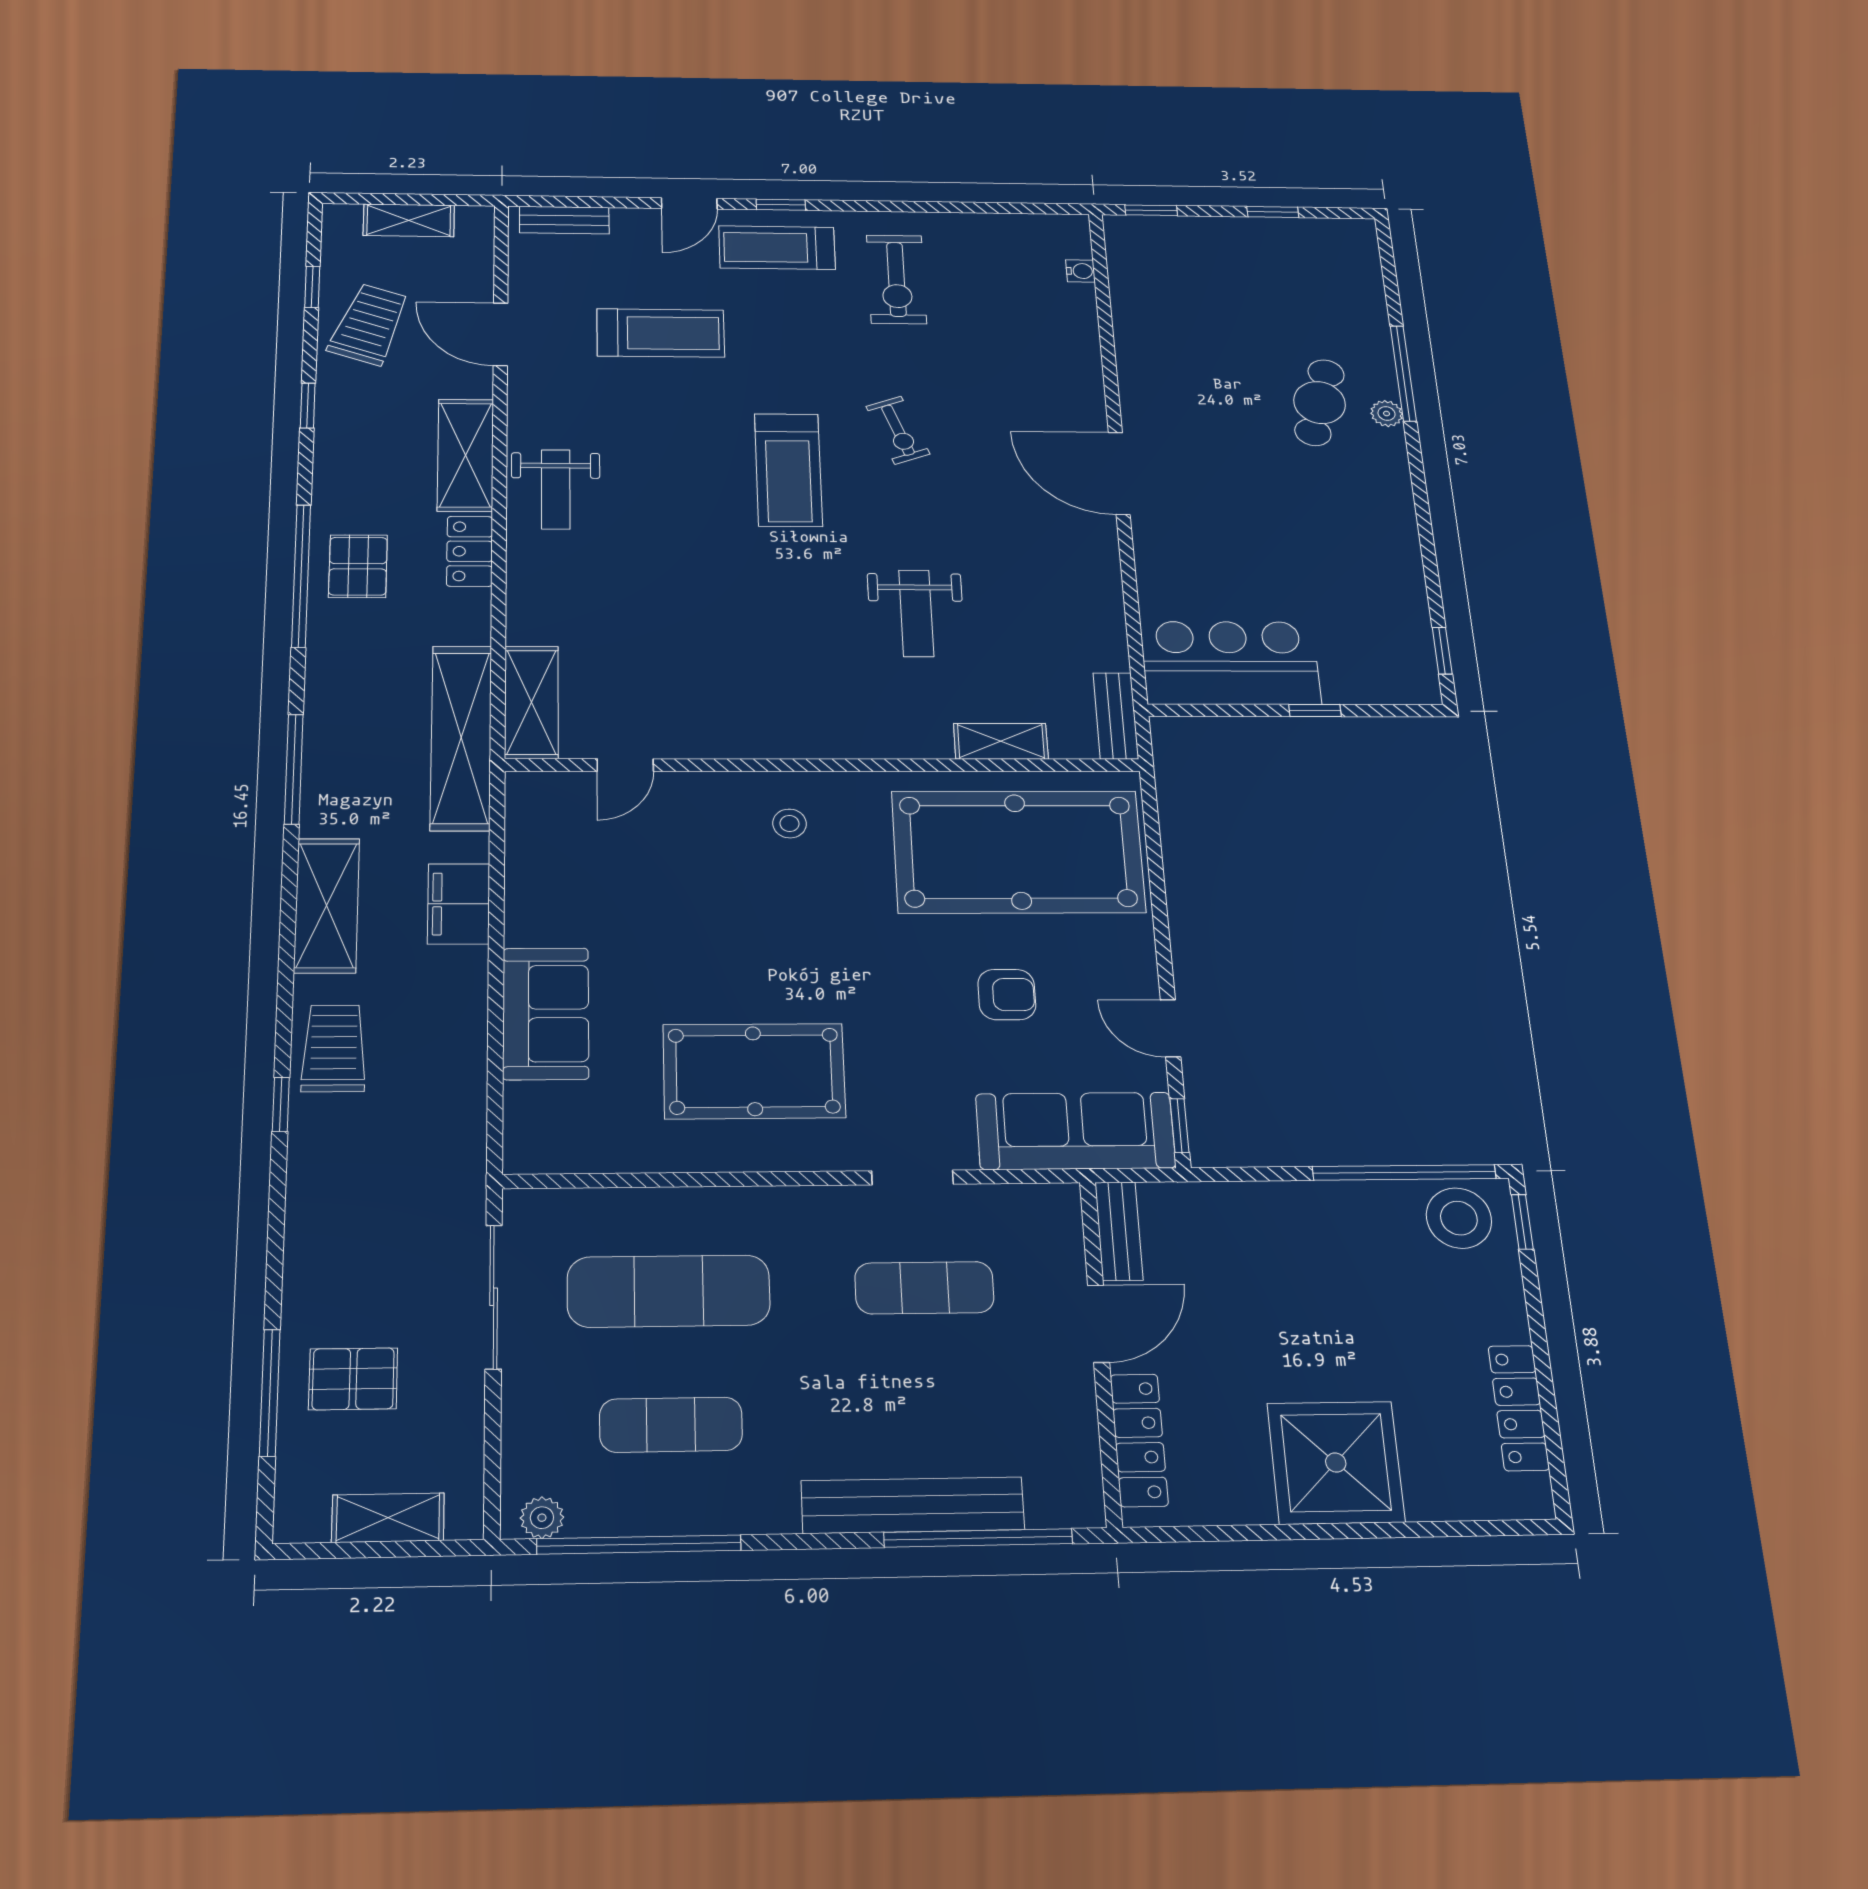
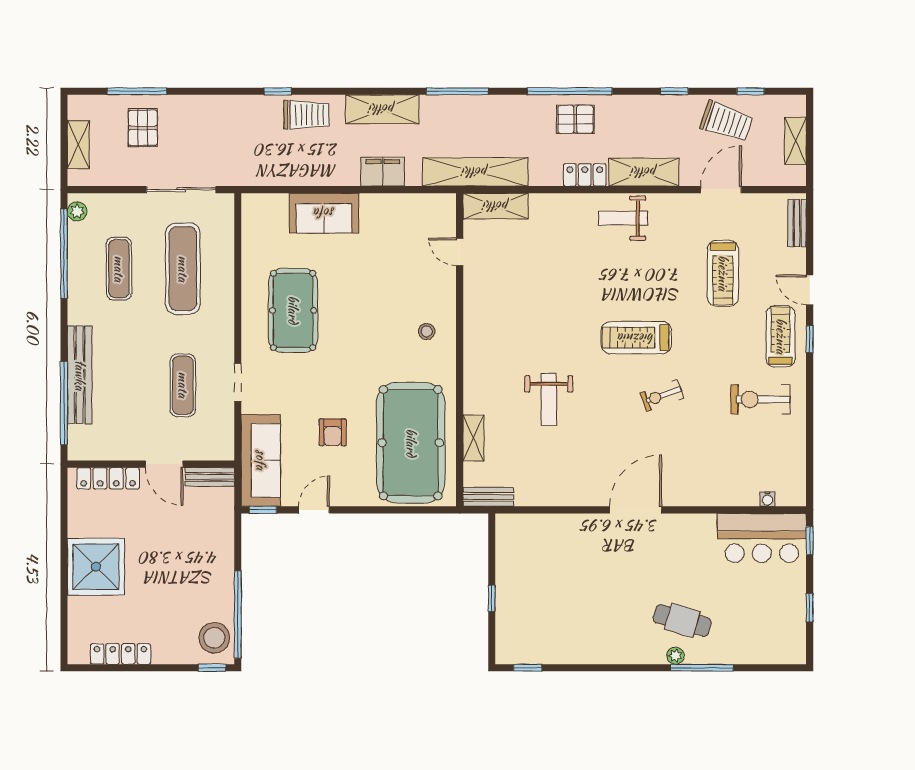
weight bench: (916, 613) -> (549, 400), turned -90
bar counter: (1230, 663) -> (762, 538), moved, turned 90

